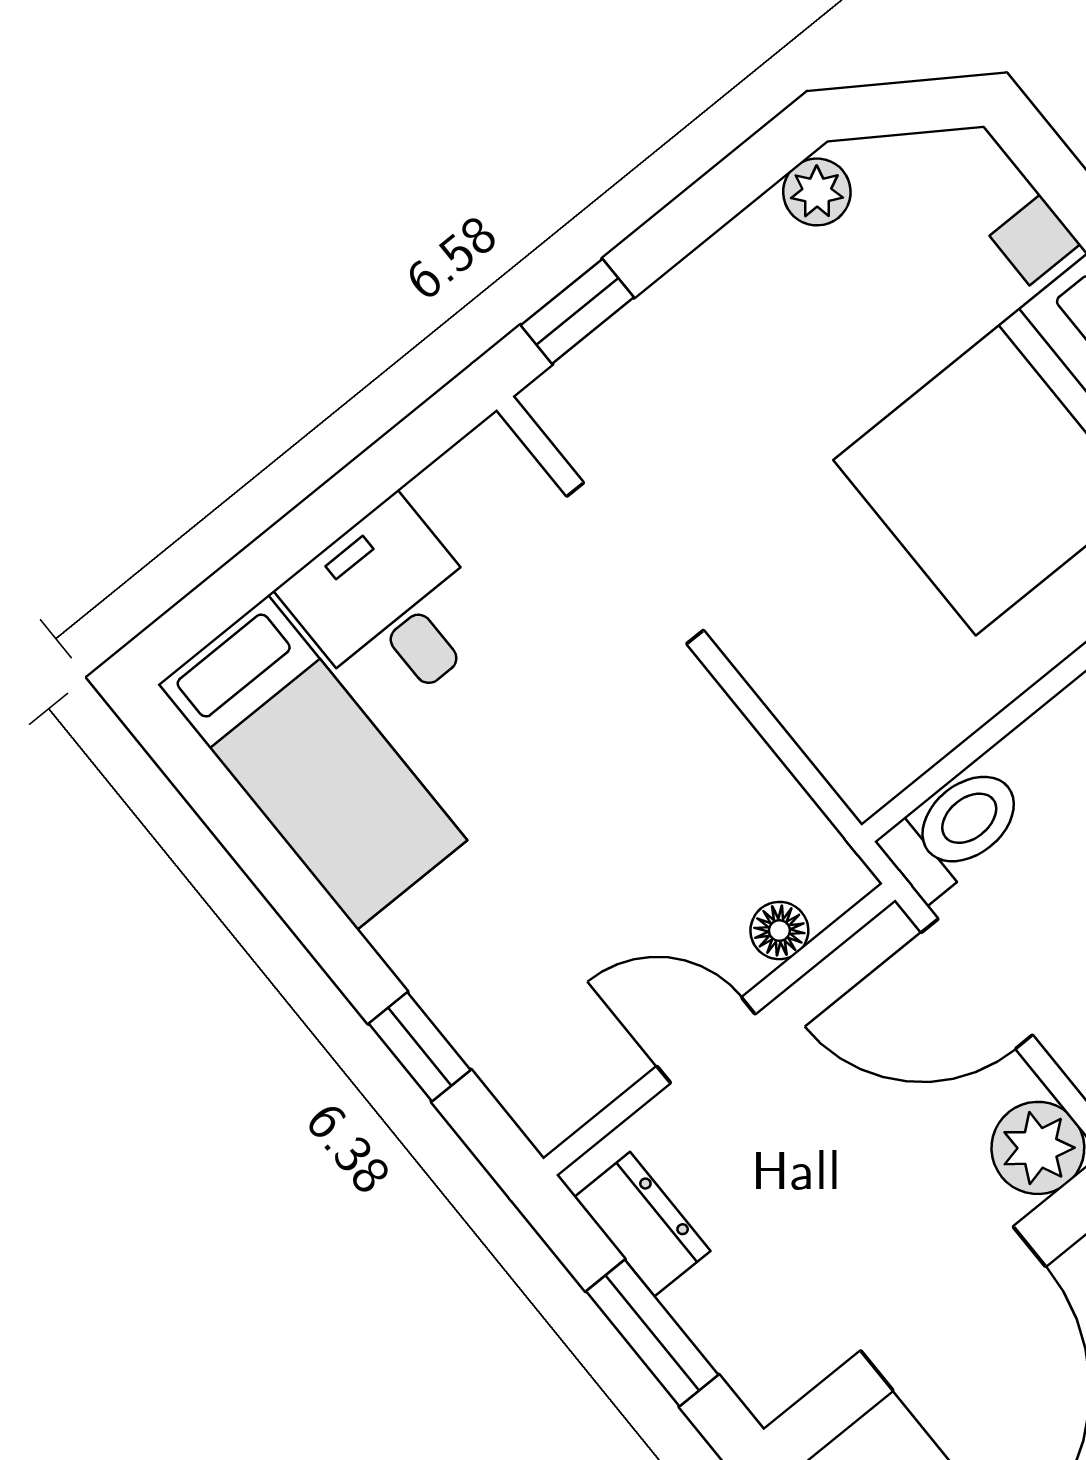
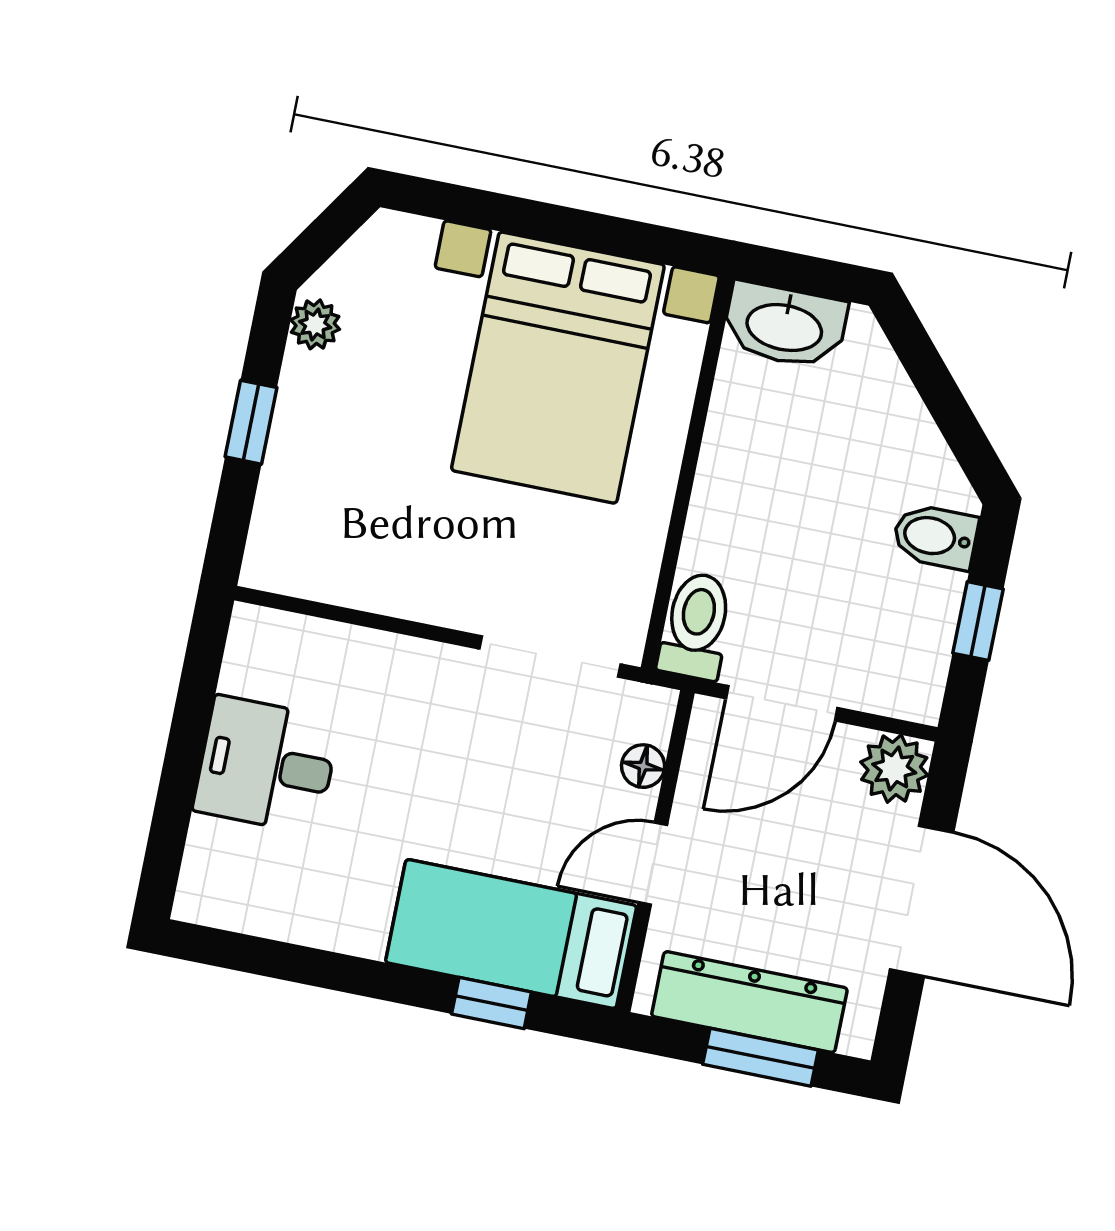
window: (577, 311) -> (251, 422), moved
doorway: (635, 563) -> (550, 657), moved
bed: (312, 762) -> (511, 934), moved, turned 180
dresser: (642, 1224) -> (749, 1002), width x1.96, depth x1.24

